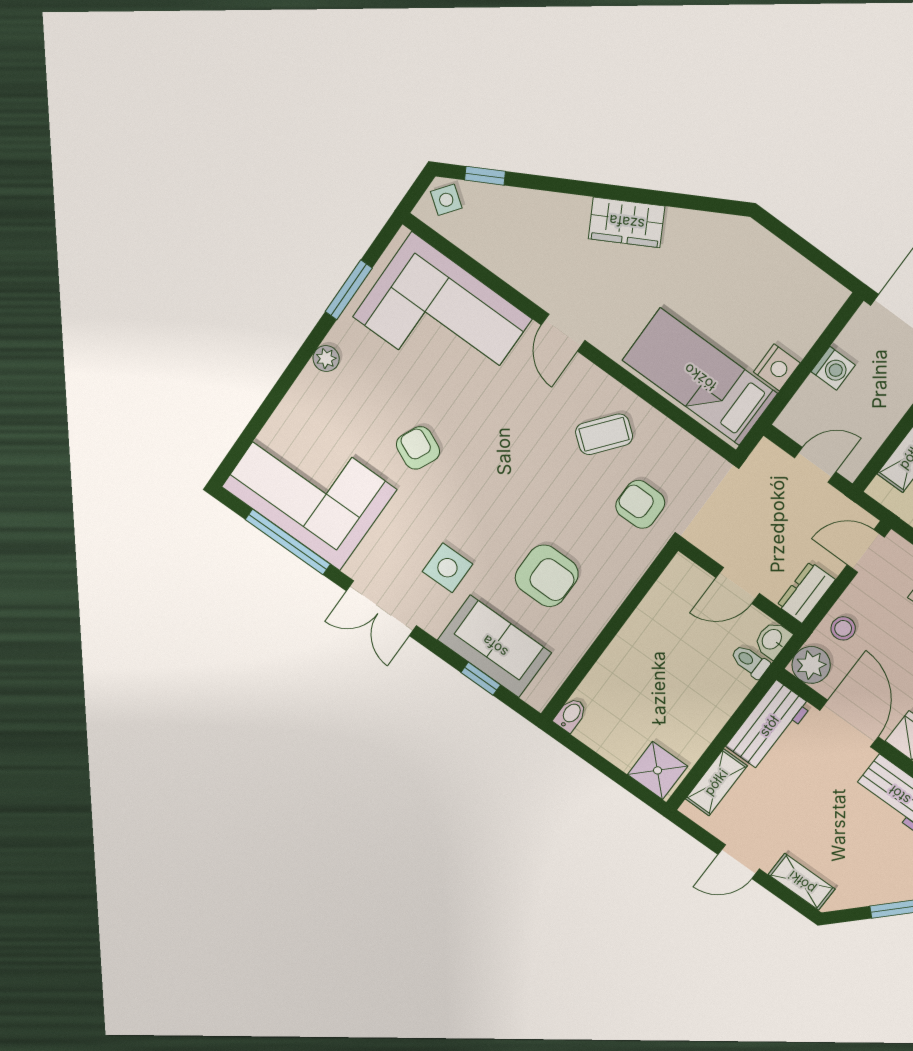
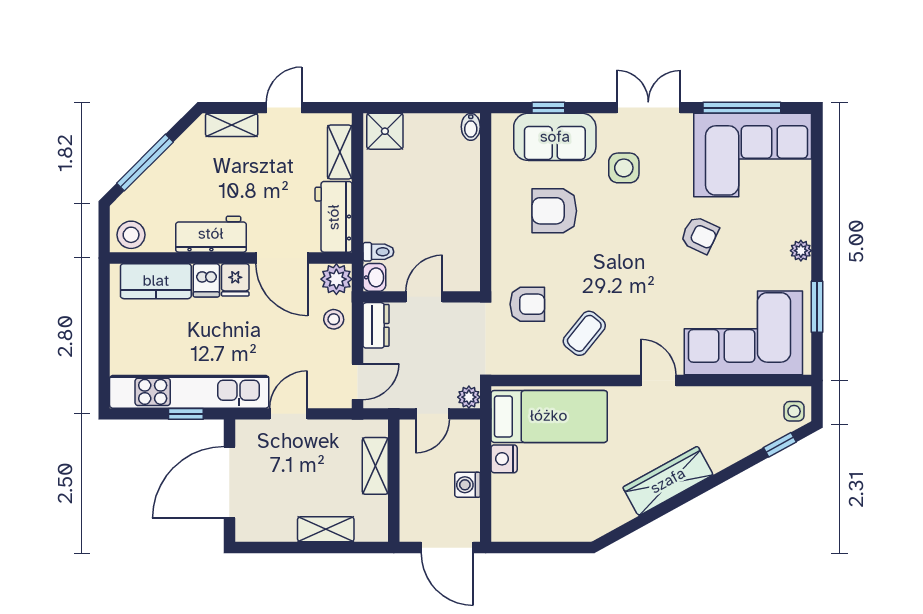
side table: (446, 200) -> (794, 411), turned -37
wardrobe: (627, 222) -> (668, 481), width x1.50
plant: (766, 455) -> (469, 397), added

